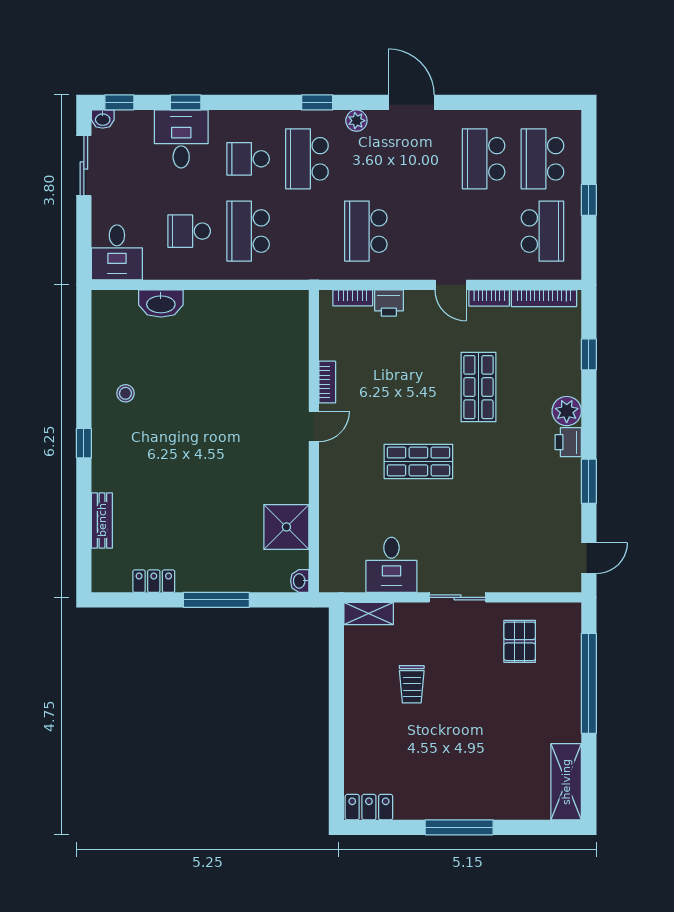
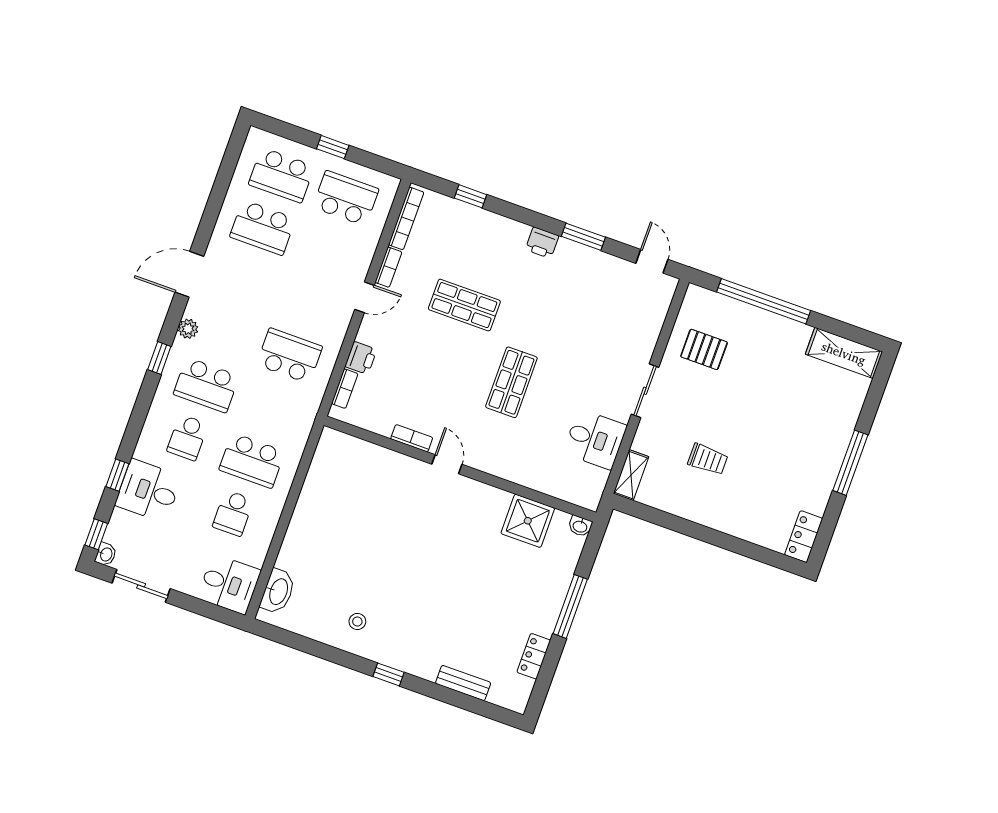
school desk: (366, 231) -> (289, 356), turned 180
washbasin: (161, 304) -> (278, 591), moved
plant: (567, 411) -> (514, 234), removed

